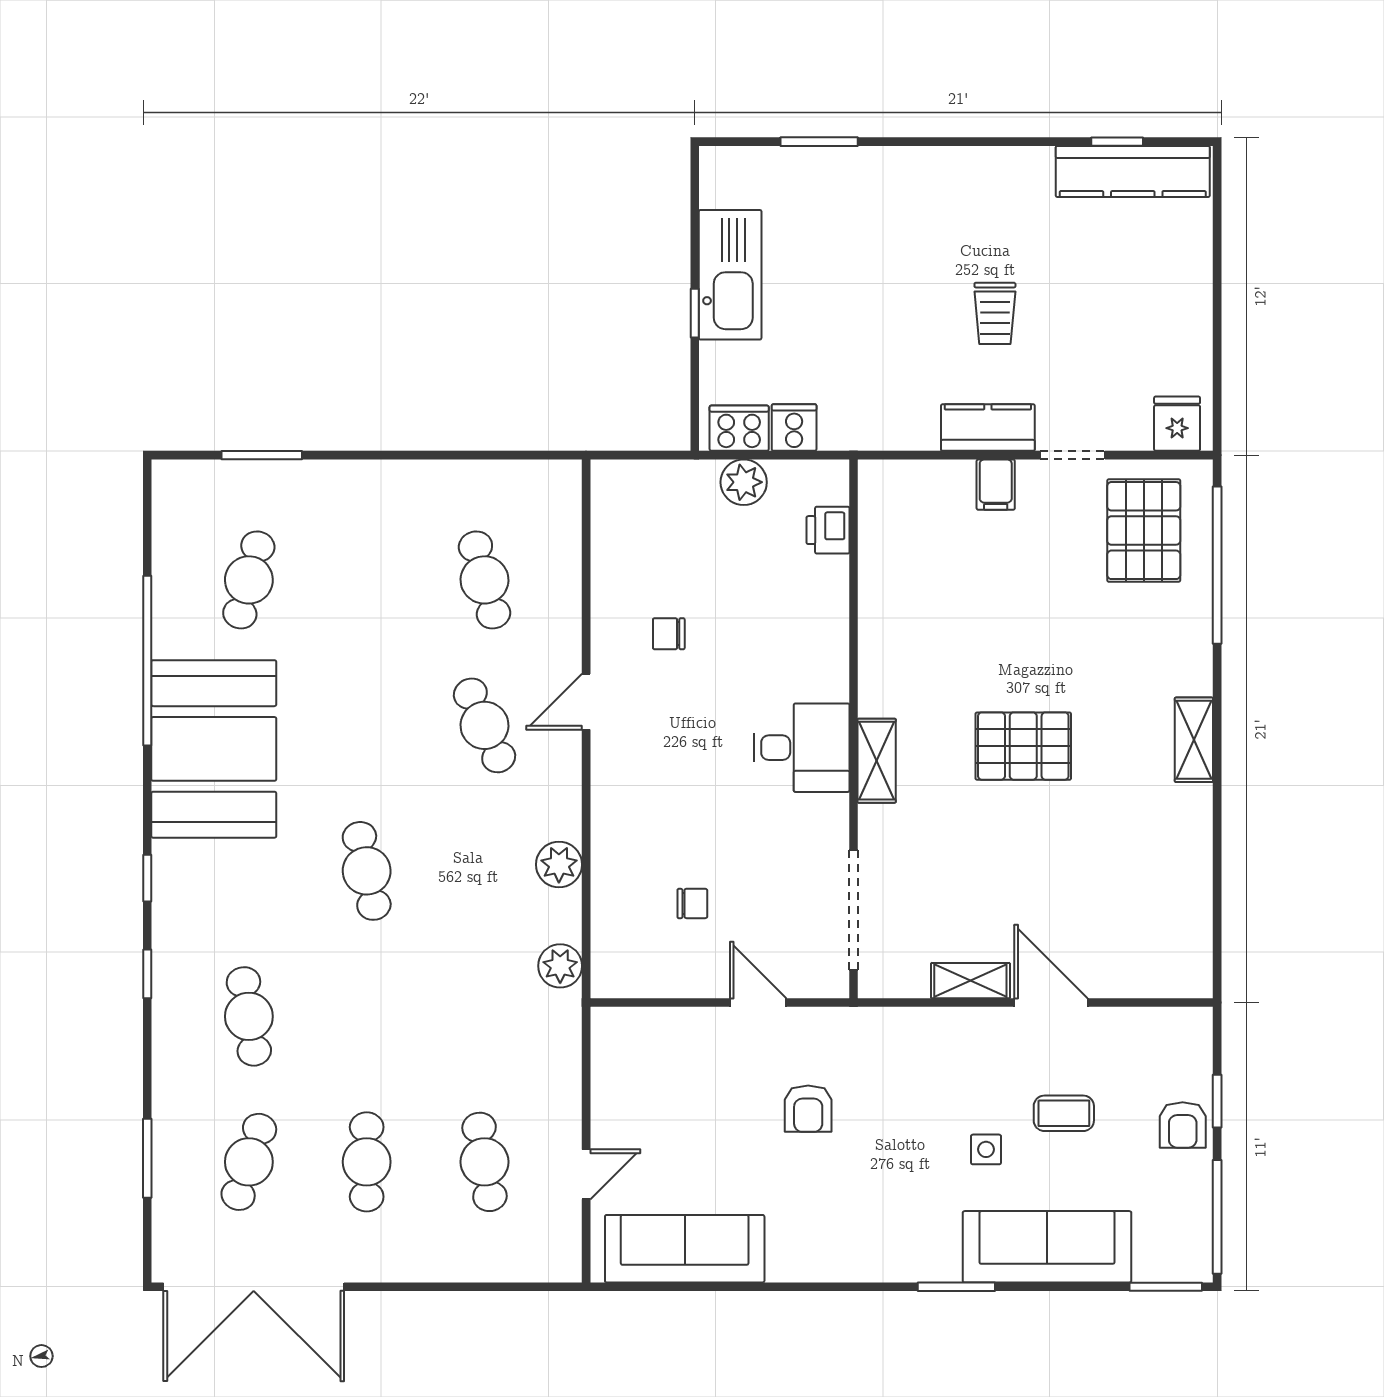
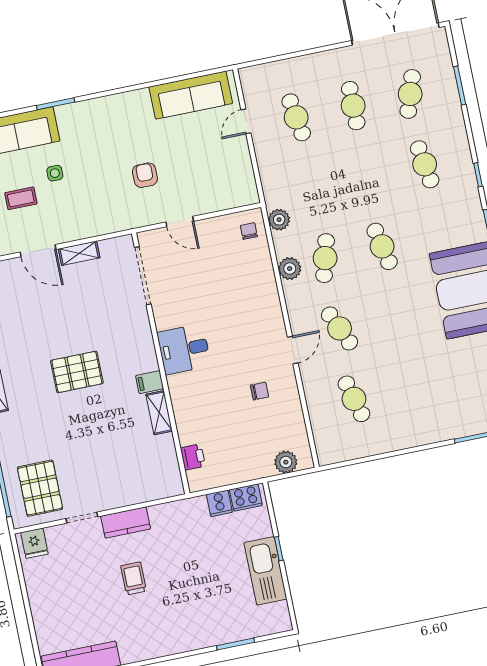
plant: (744, 482) -> (286, 462), moved
filing cabinet: (996, 485) -> (150, 382), moved, turned -90
cafe table: (249, 580) -> (325, 258), moved
shelving: (877, 761) -> (159, 413), moved
chair: (692, 903) -> (249, 231), moved, turned 90

